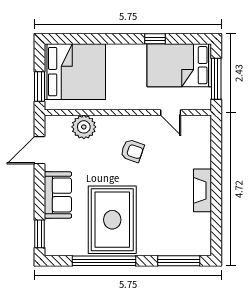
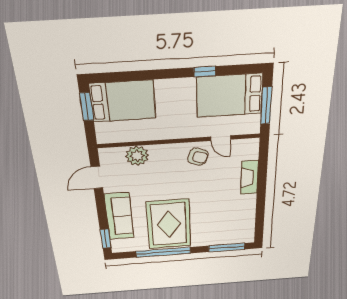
bed: (75, 72) -> (123, 101), width x0.73
window: (39, 86) -> (87, 107), moved
armchair: (132, 151) -> (198, 157), moved
fireplace: (202, 190) -> (250, 177), moved
sofa: (58, 195) -> (119, 216), width x1.36

